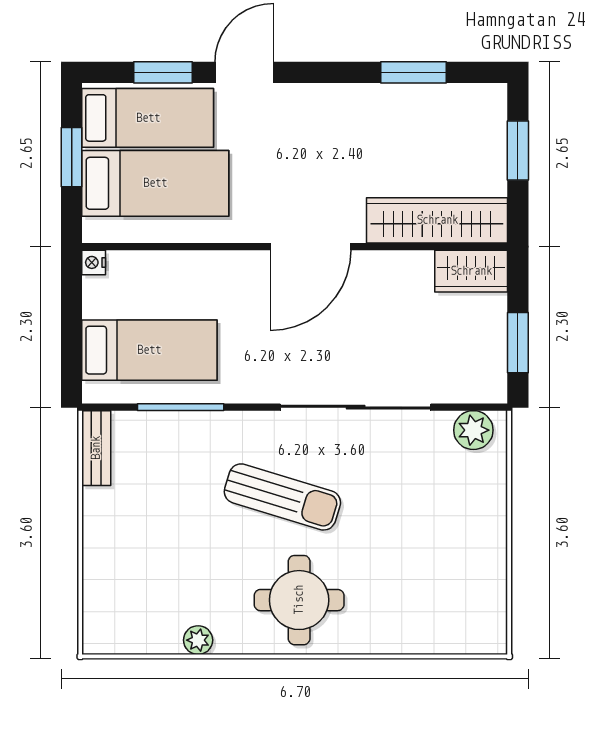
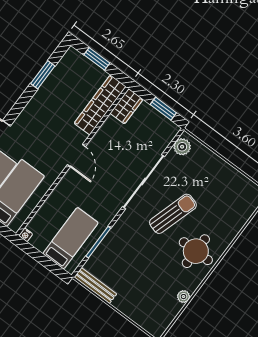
door: (310, 247) -> (76, 156), width x0.73
bench: (96, 448) -> (95, 286), width x1.36
sun lounger: (282, 497) -> (173, 214), moved

